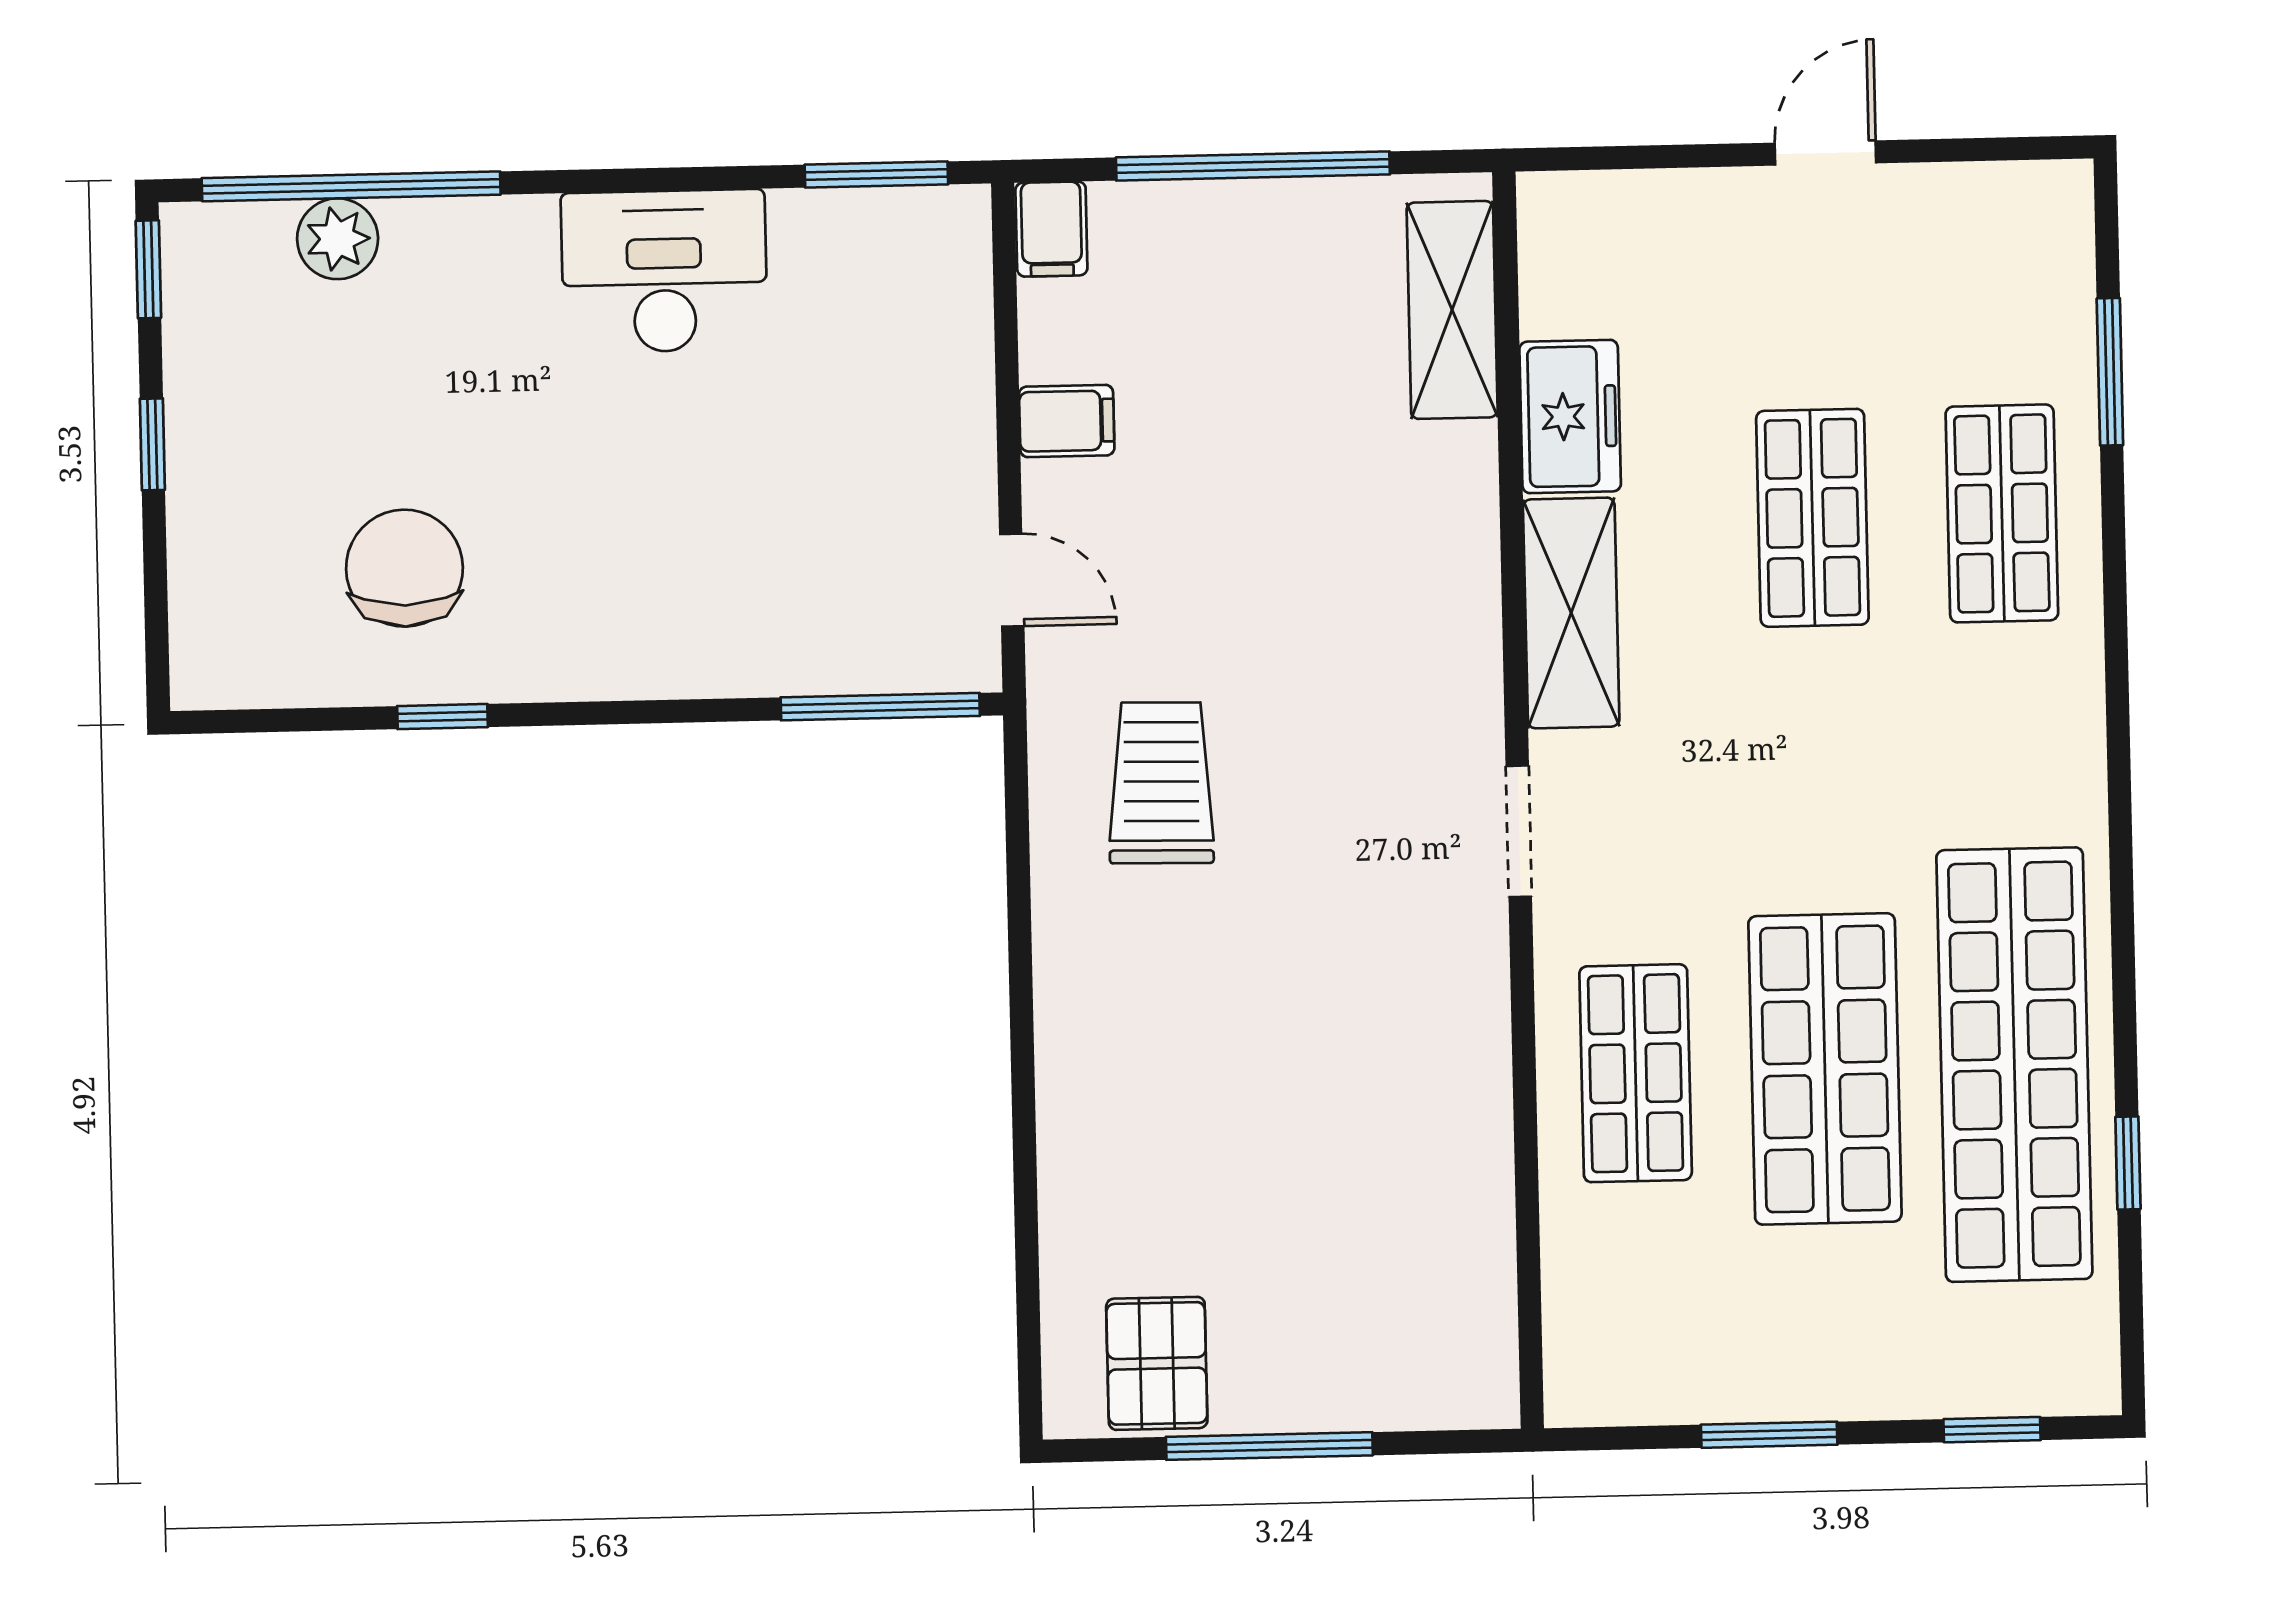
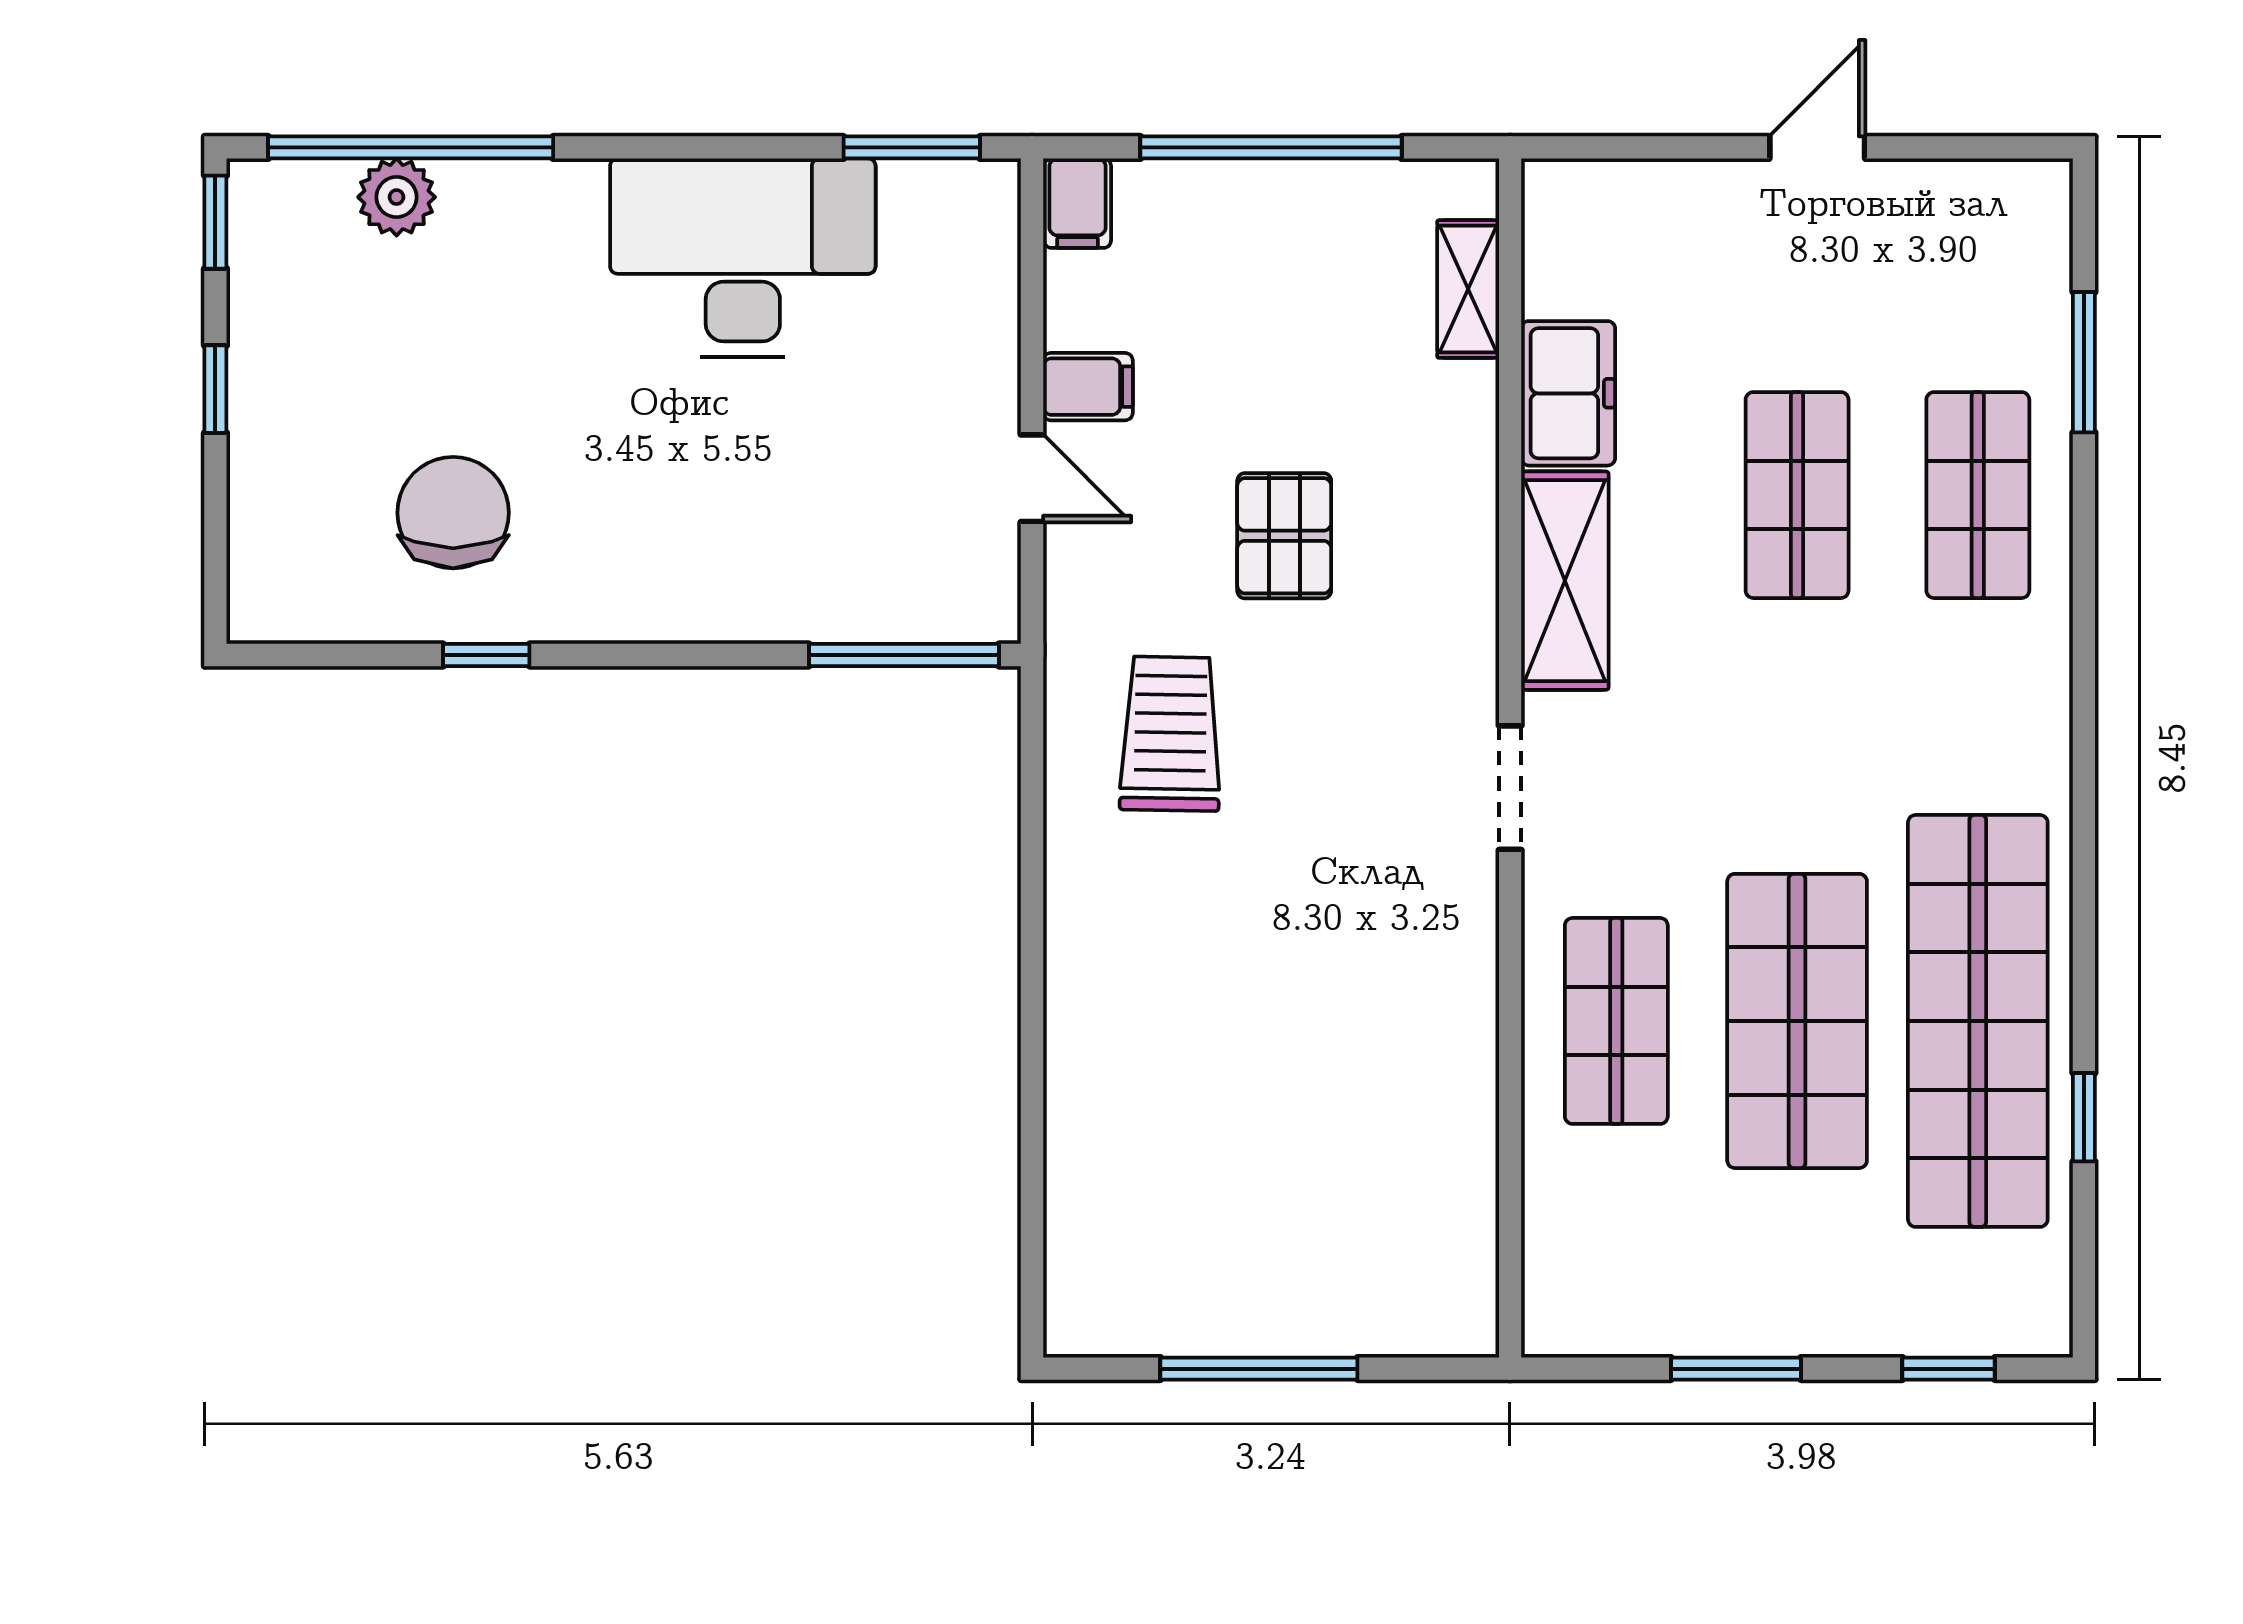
desk: (664, 271) -> (743, 258), width x1.36, depth x1.30
shelving: (1452, 310) -> (1468, 289), width x0.67, depth x0.75
door: (1012, 580) -> (1032, 478), moved
pallet: (1157, 1363) -> (1284, 536), moved

